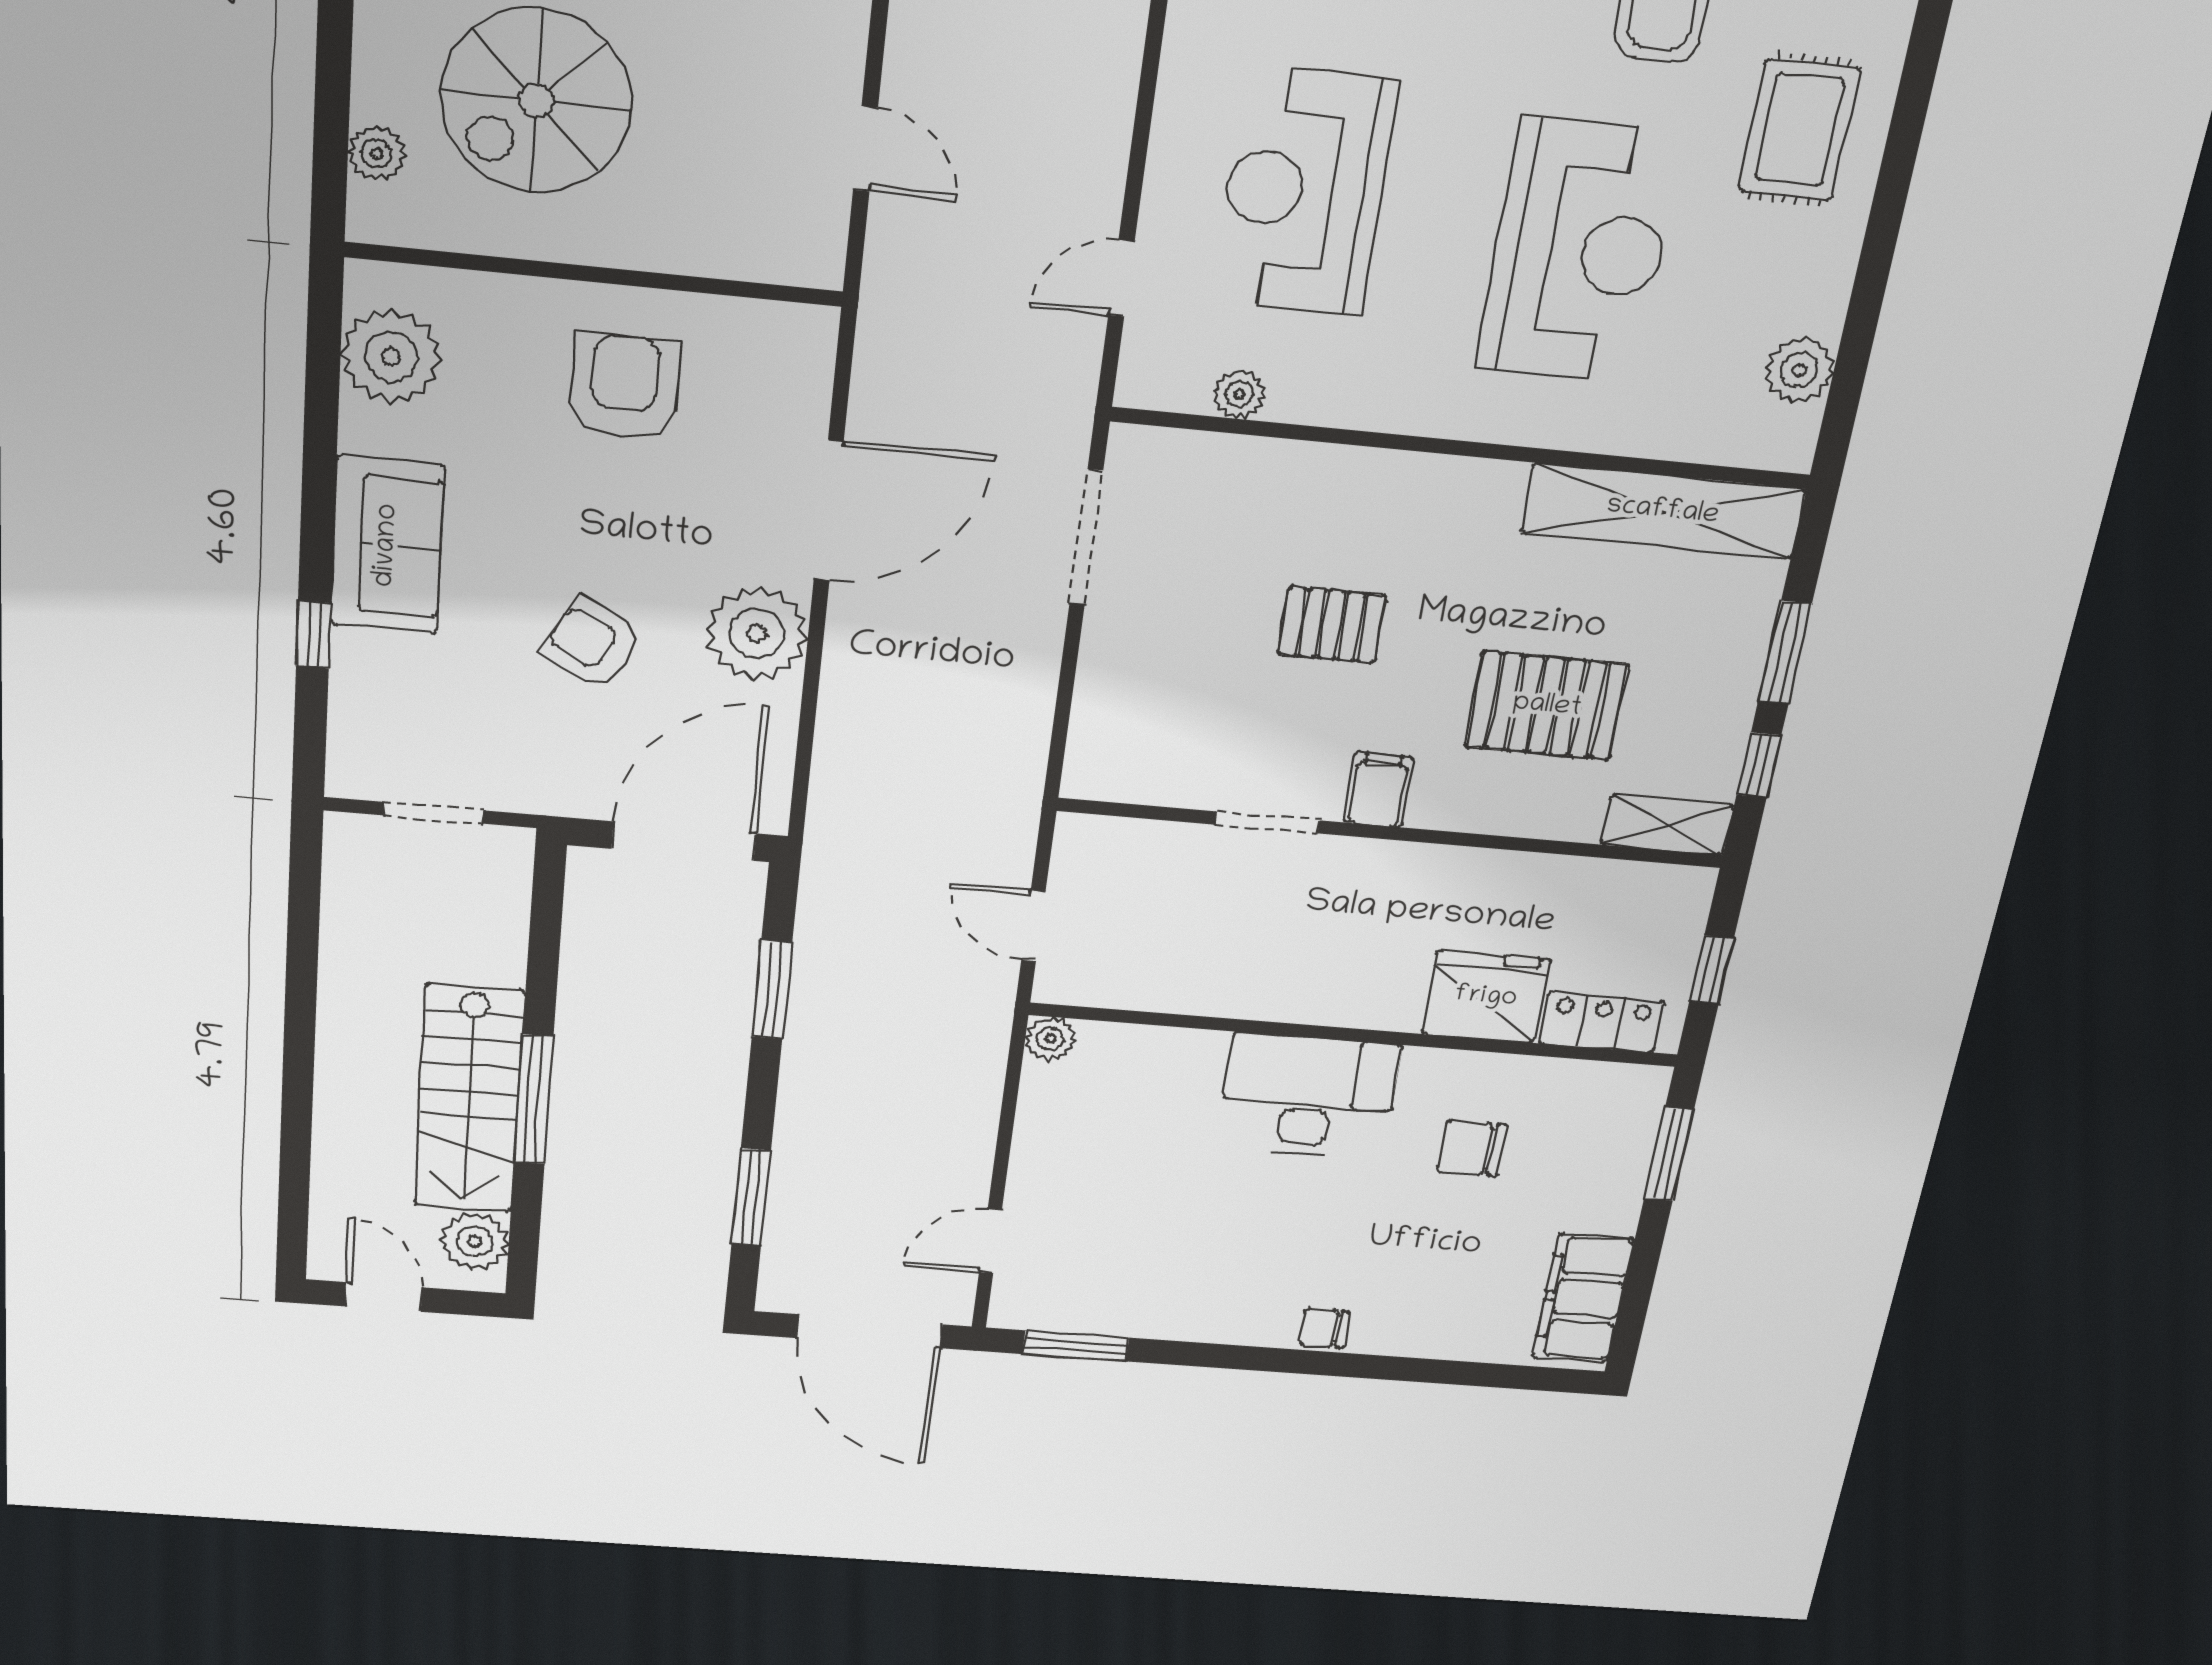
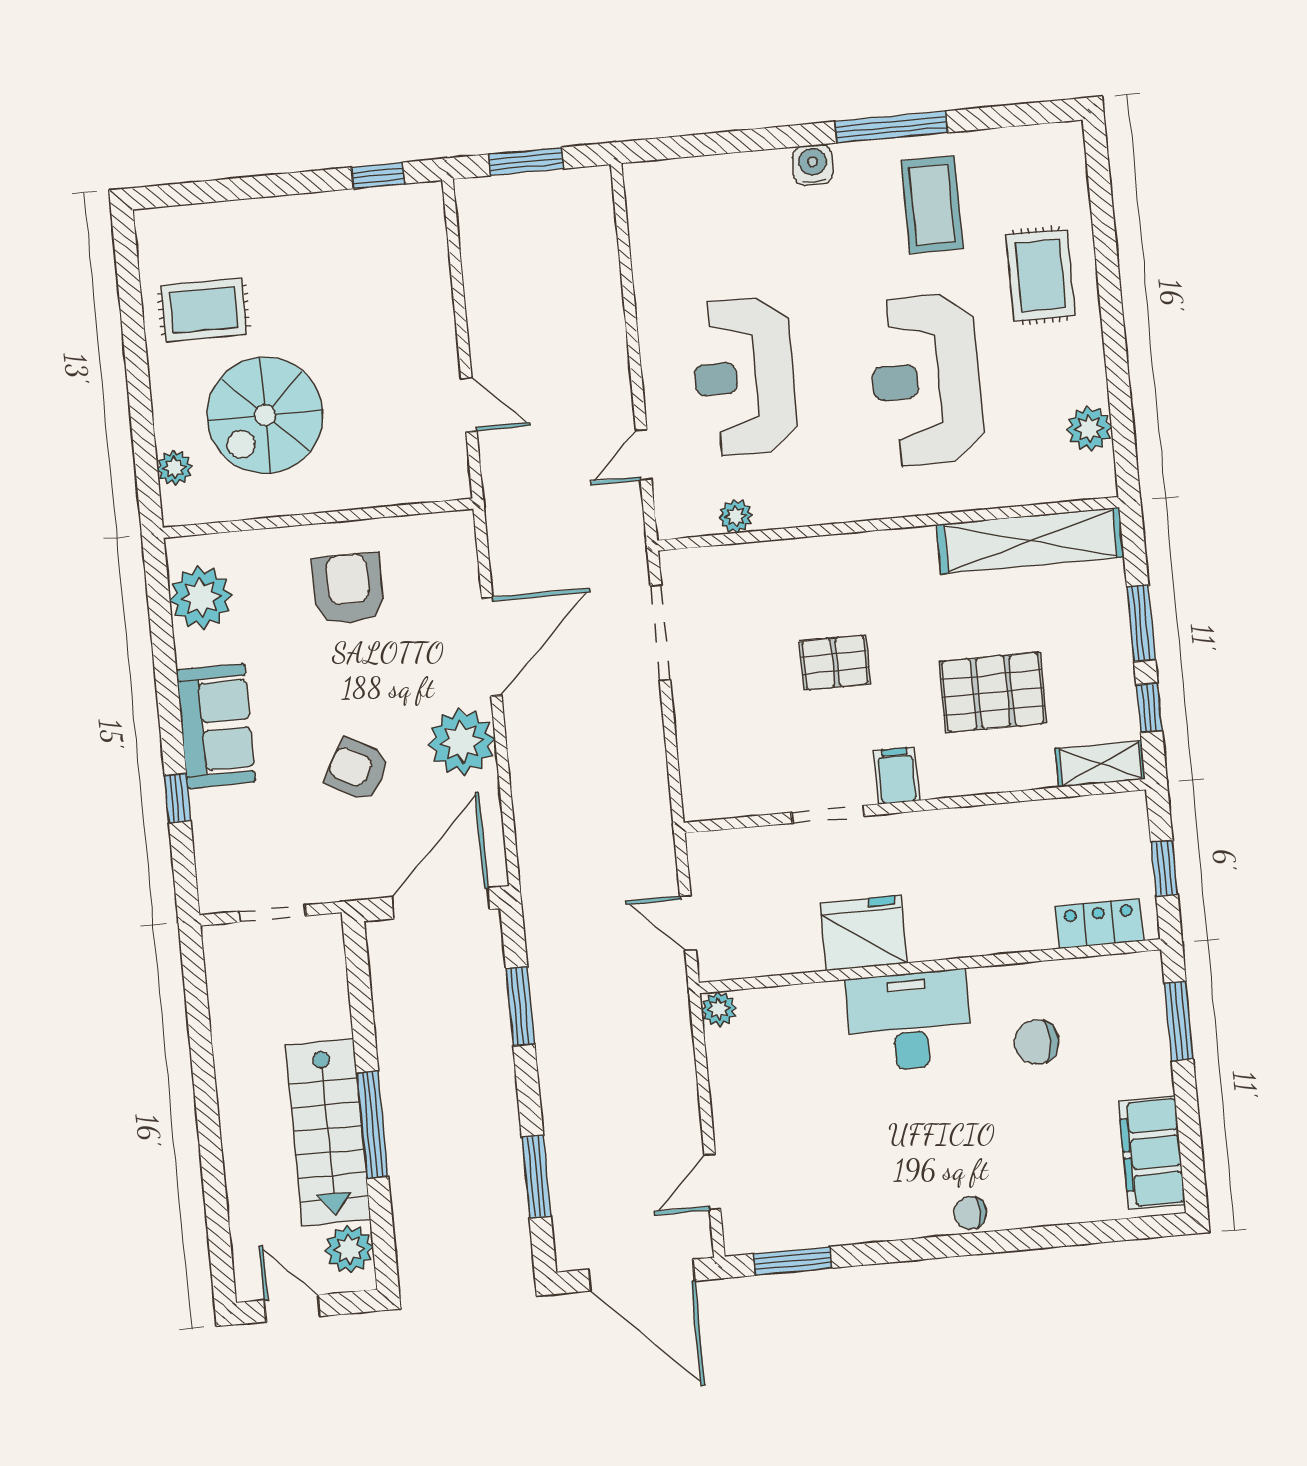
reception desk: (1579, 251) -> (926, 380), turned 180
fridge: (1486, 997) -> (864, 933), moved

